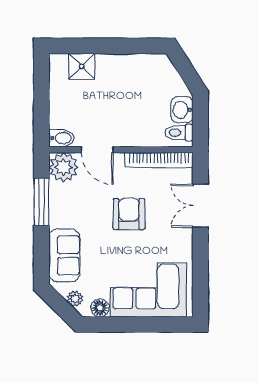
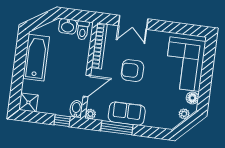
shower: (82, 66) -> (28, 102), moved
bathtub: (130, 69) -> (36, 58), added
window: (41, 120) -> (62, 121), added
plant: (63, 167) -> (90, 114), width x0.53, depth x0.53
sofa: (64, 255) -> (127, 114), moved

